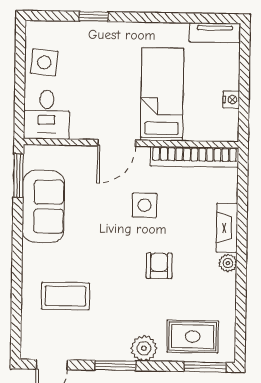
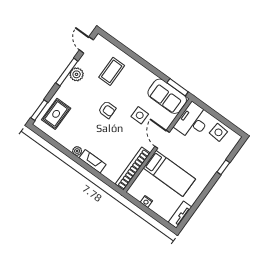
desk: (47, 115) -> (193, 121), width x1.37
side table: (144, 205) -> (140, 115), moved
sofa: (43, 206) -> (167, 96), moved
armchair: (159, 266) -> (107, 110), moved
plant: (144, 348) -> (77, 74), moved
window: (115, 365) -> (67, 72), width x1.44

